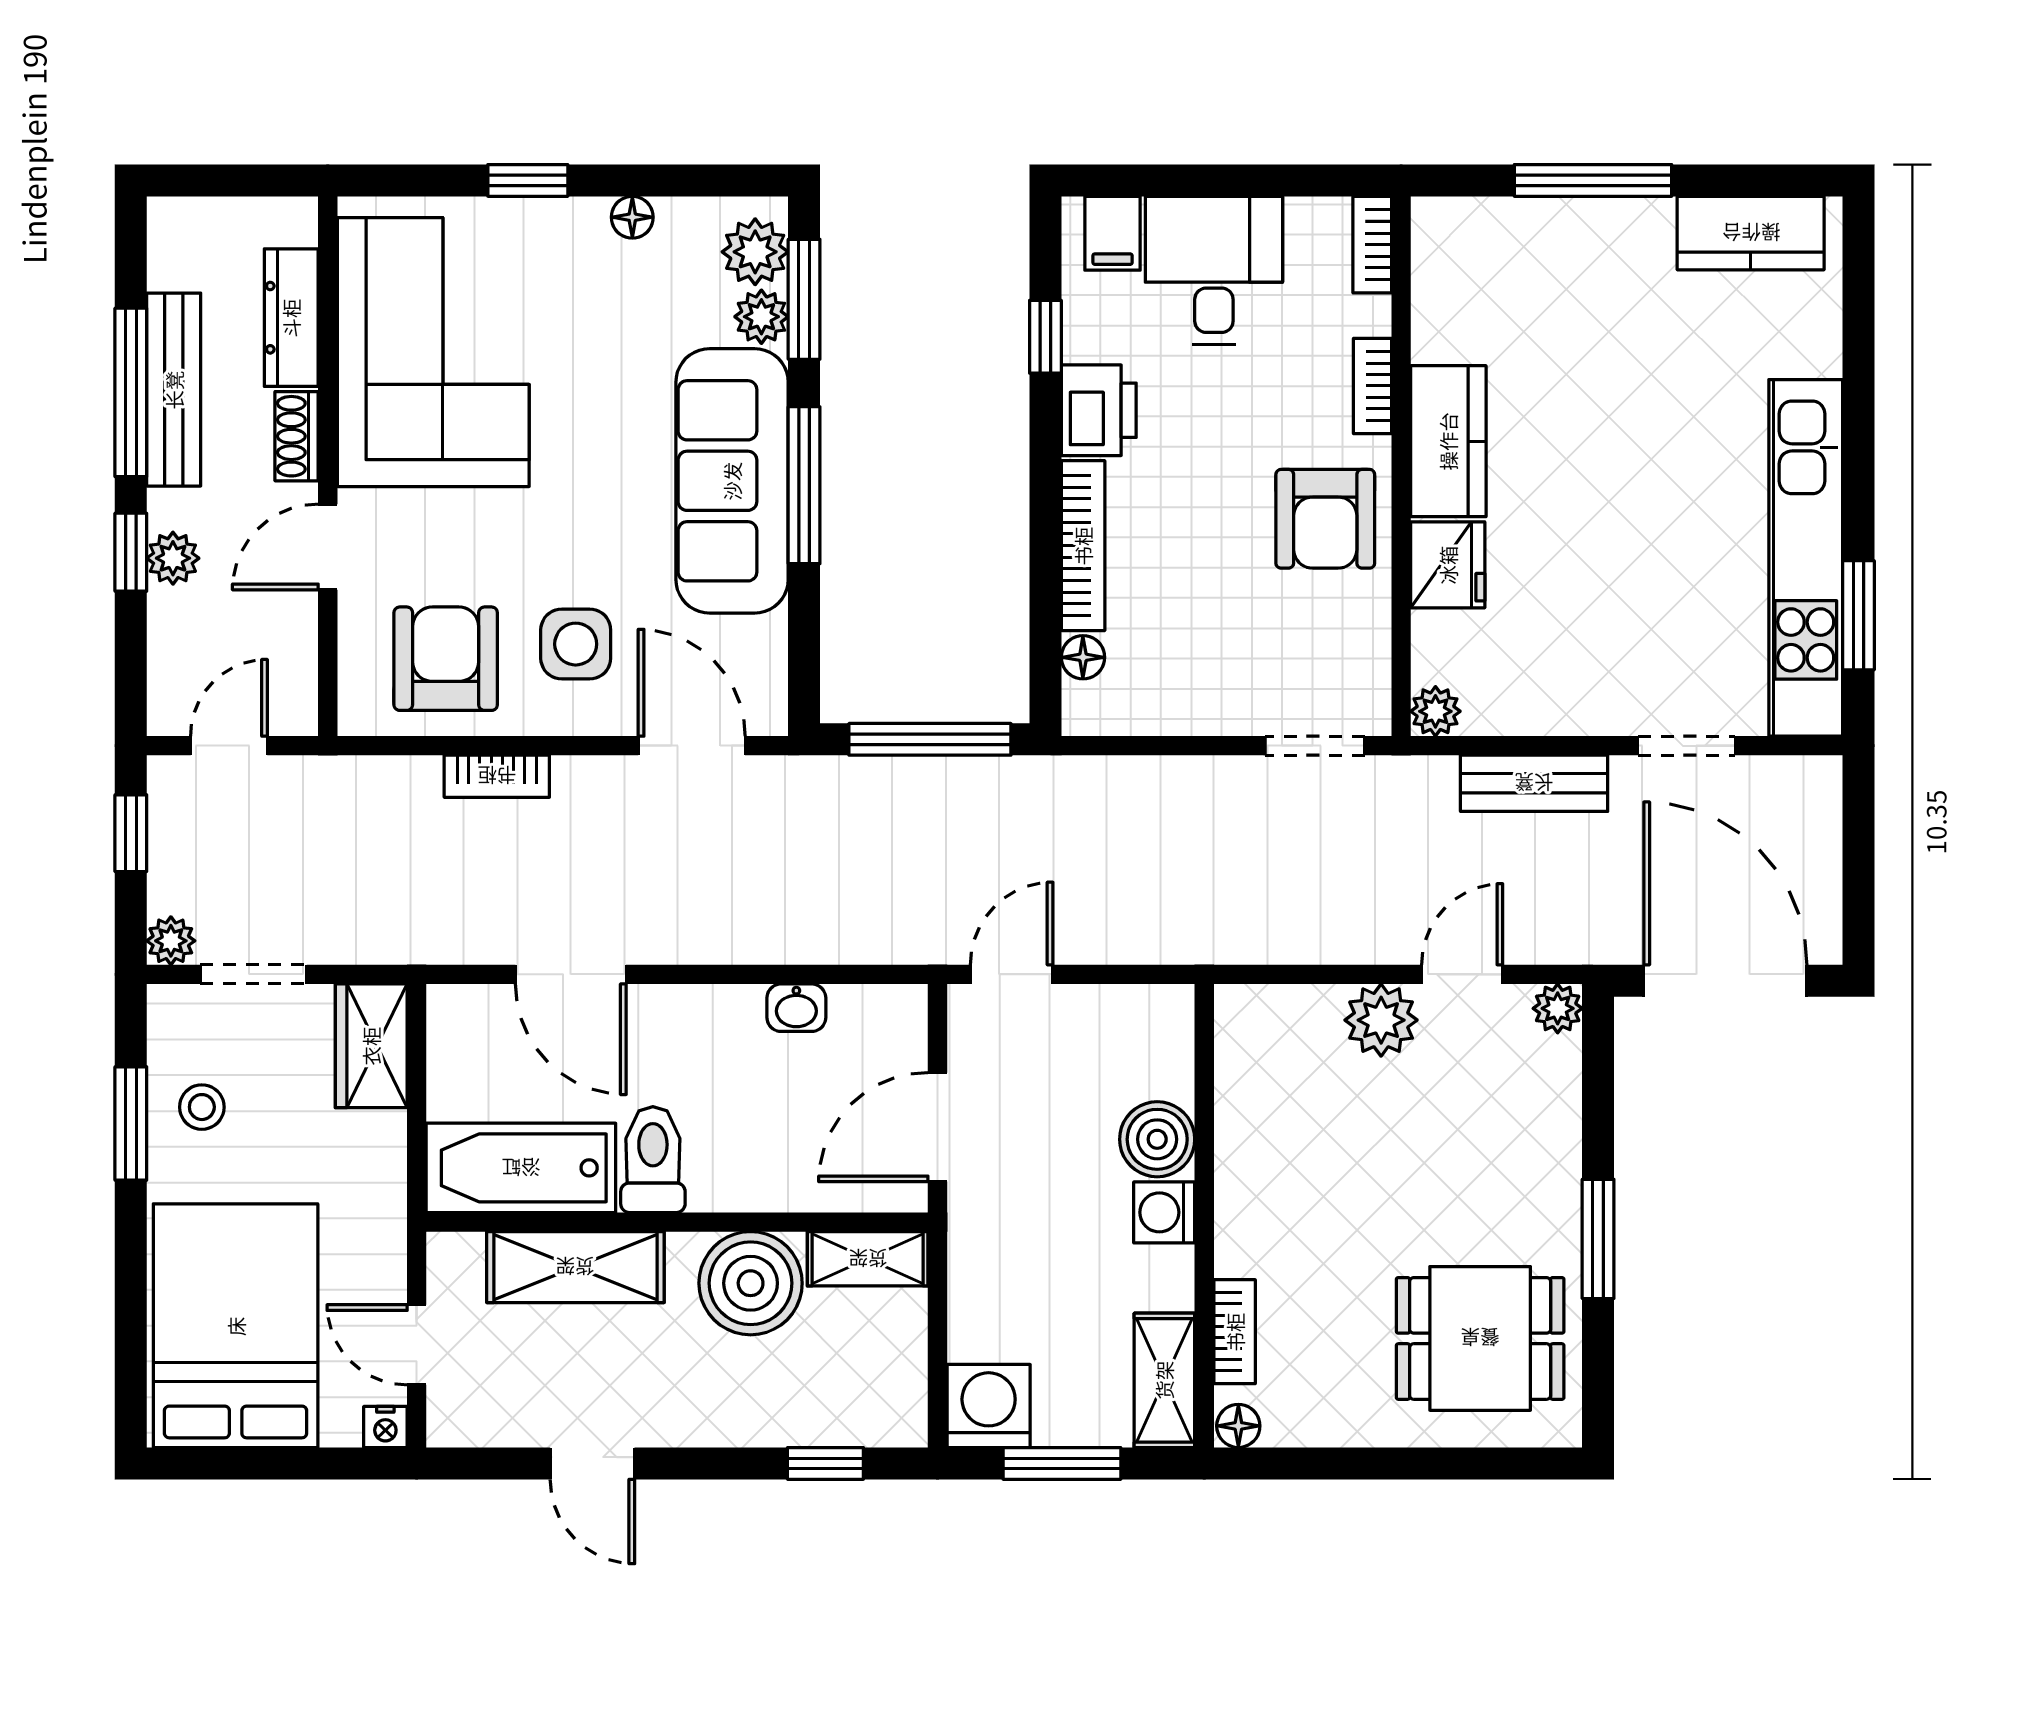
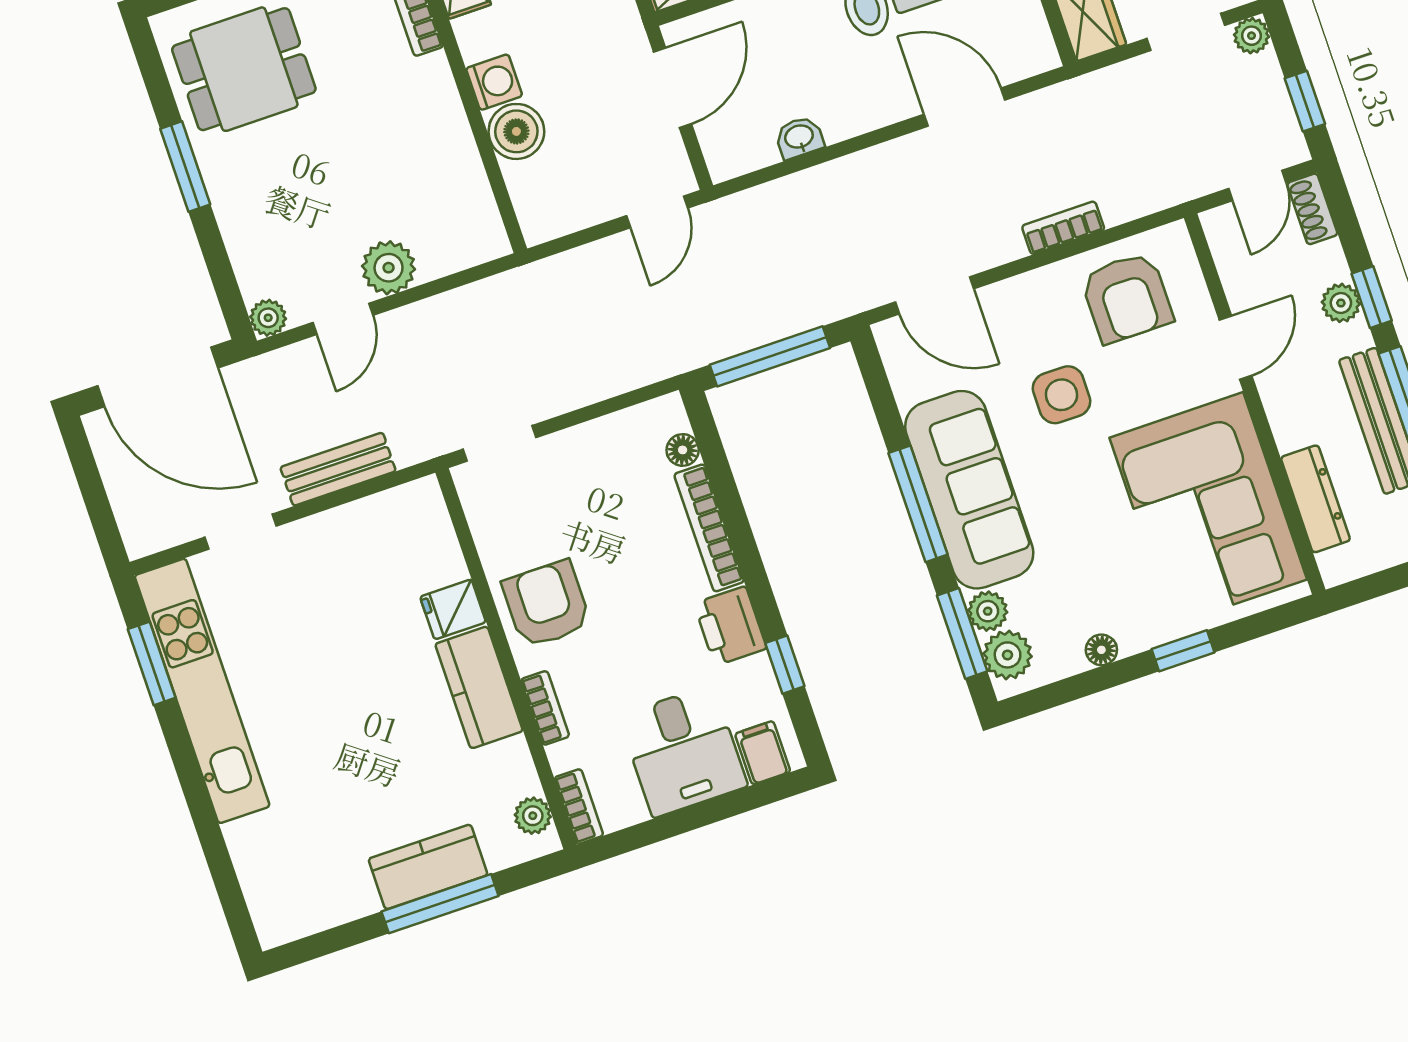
kitchen counter: (1751, 233) -> (428, 867), moved
shoe rack: (297, 436) -> (1312, 209), moved, turned 180
fridge: (1448, 565) -> (453, 609), width x0.72
side table: (576, 644) -> (1062, 395), moved
plant: (1435, 711) -> (533, 816), moved

